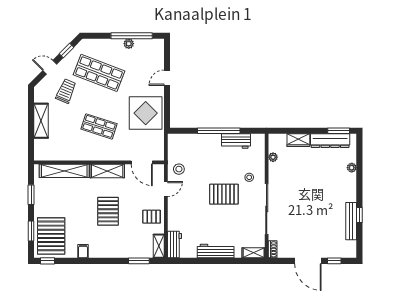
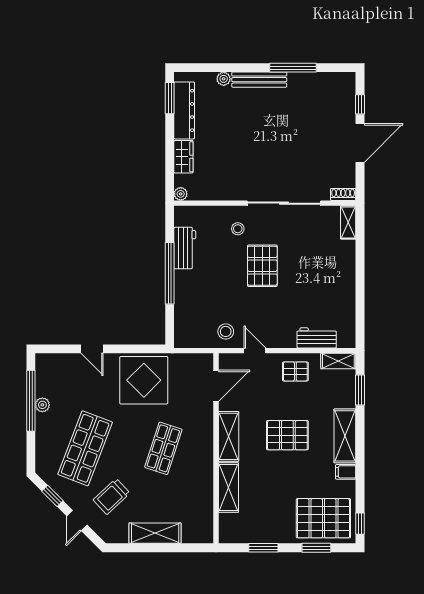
trolley: (66, 91) -> (112, 497), turned -66
plant: (273, 157) -> (181, 194), moved
shelving: (64, 171) -> (228, 488), width x0.68
window: (359, 215) -> (293, 68), width x2.17
pallet: (152, 217) -> (295, 371), turned 90
bench: (351, 221) -> (259, 80), moved
workbench: (175, 245) -> (317, 338), moved
shelving: (108, 251) -> (345, 436), added
workbench: (216, 251) -> (346, 278), removed

